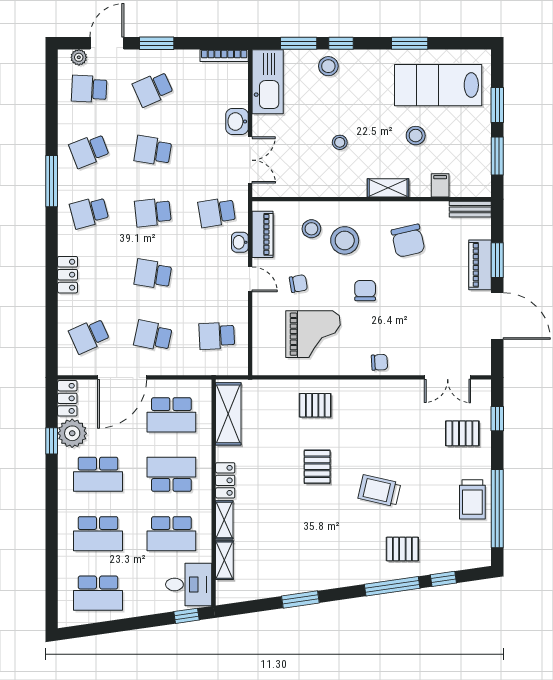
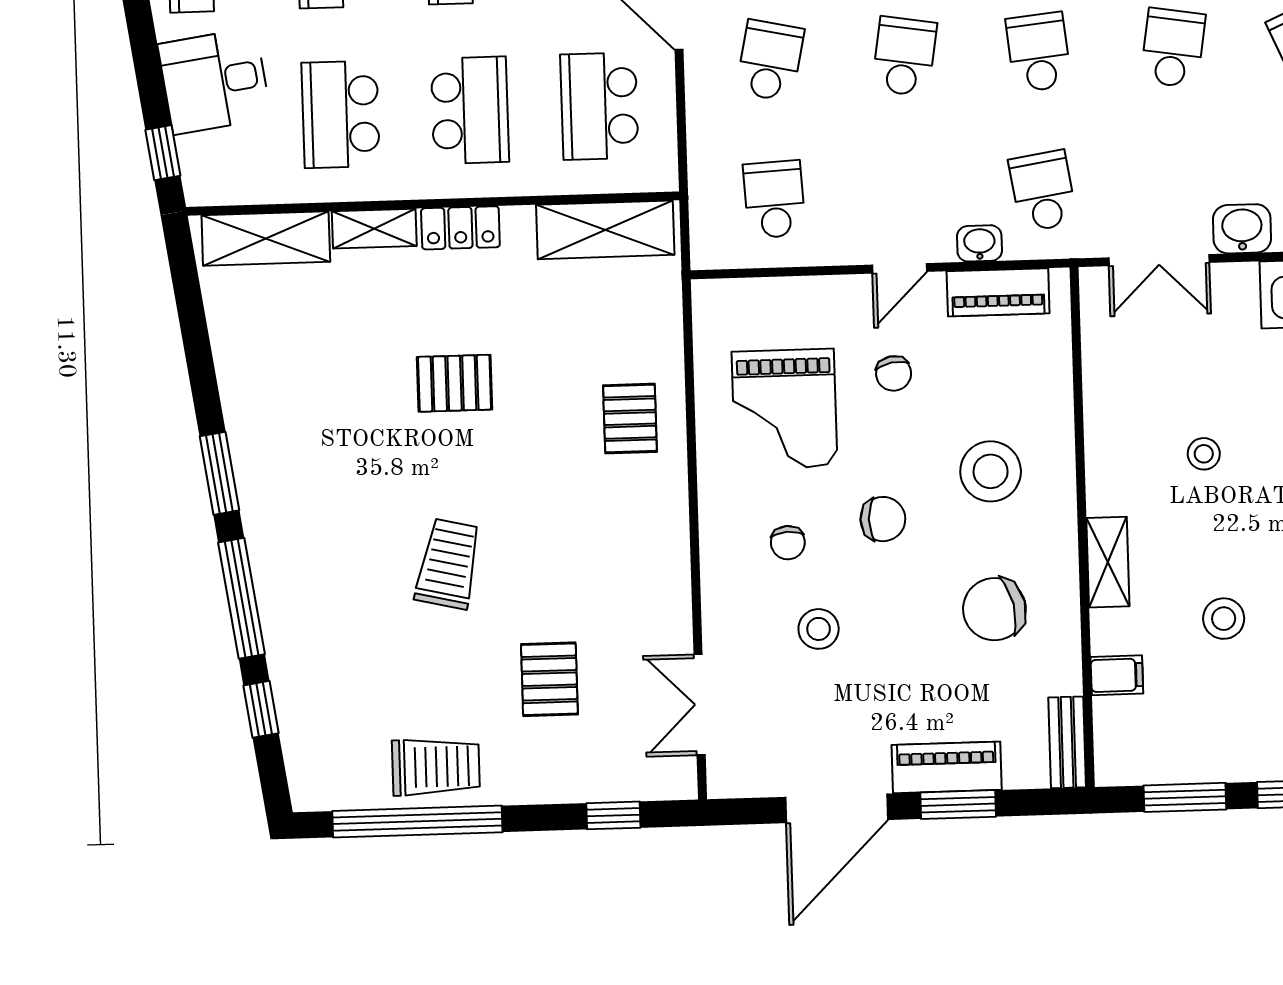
stool: (311, 229) -> (819, 629), moved
chair: (379, 362) -> (788, 543), moved
pallet: (462, 433) -> (549, 679), moved
pallet: (317, 467) -> (455, 383), moved
trolley: (472, 499) -> (436, 767), turned 180
pallet: (402, 549) -> (323, 618), removed
shelving: (224, 560) -> (266, 239), width x1.50, depth x1.33
desk: (189, 584) -> (215, 81), moved, turned 82
window: (300, 599) -> (219, 473), moved

